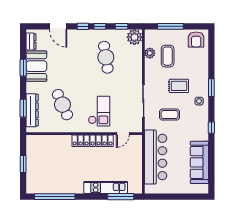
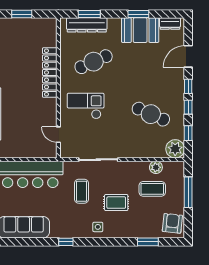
armchair: (196, 39) -> (172, 223), turned 96
cafe table: (106, 57) -> (151, 114), turned 33
rug: (179, 86) -> (116, 203), turned 90
window: (211, 88) -> (148, 242), moved
checkout: (99, 111) -> (86, 106), turned 180
locker: (93, 141) -> (50, 73), moved

